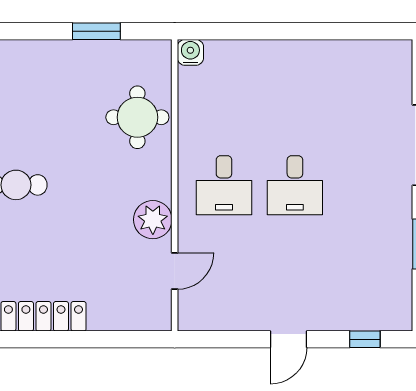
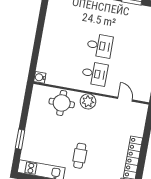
window: (96, 31) -> (20, 139), moved
plant: (153, 220) -> (88, 101), moved

